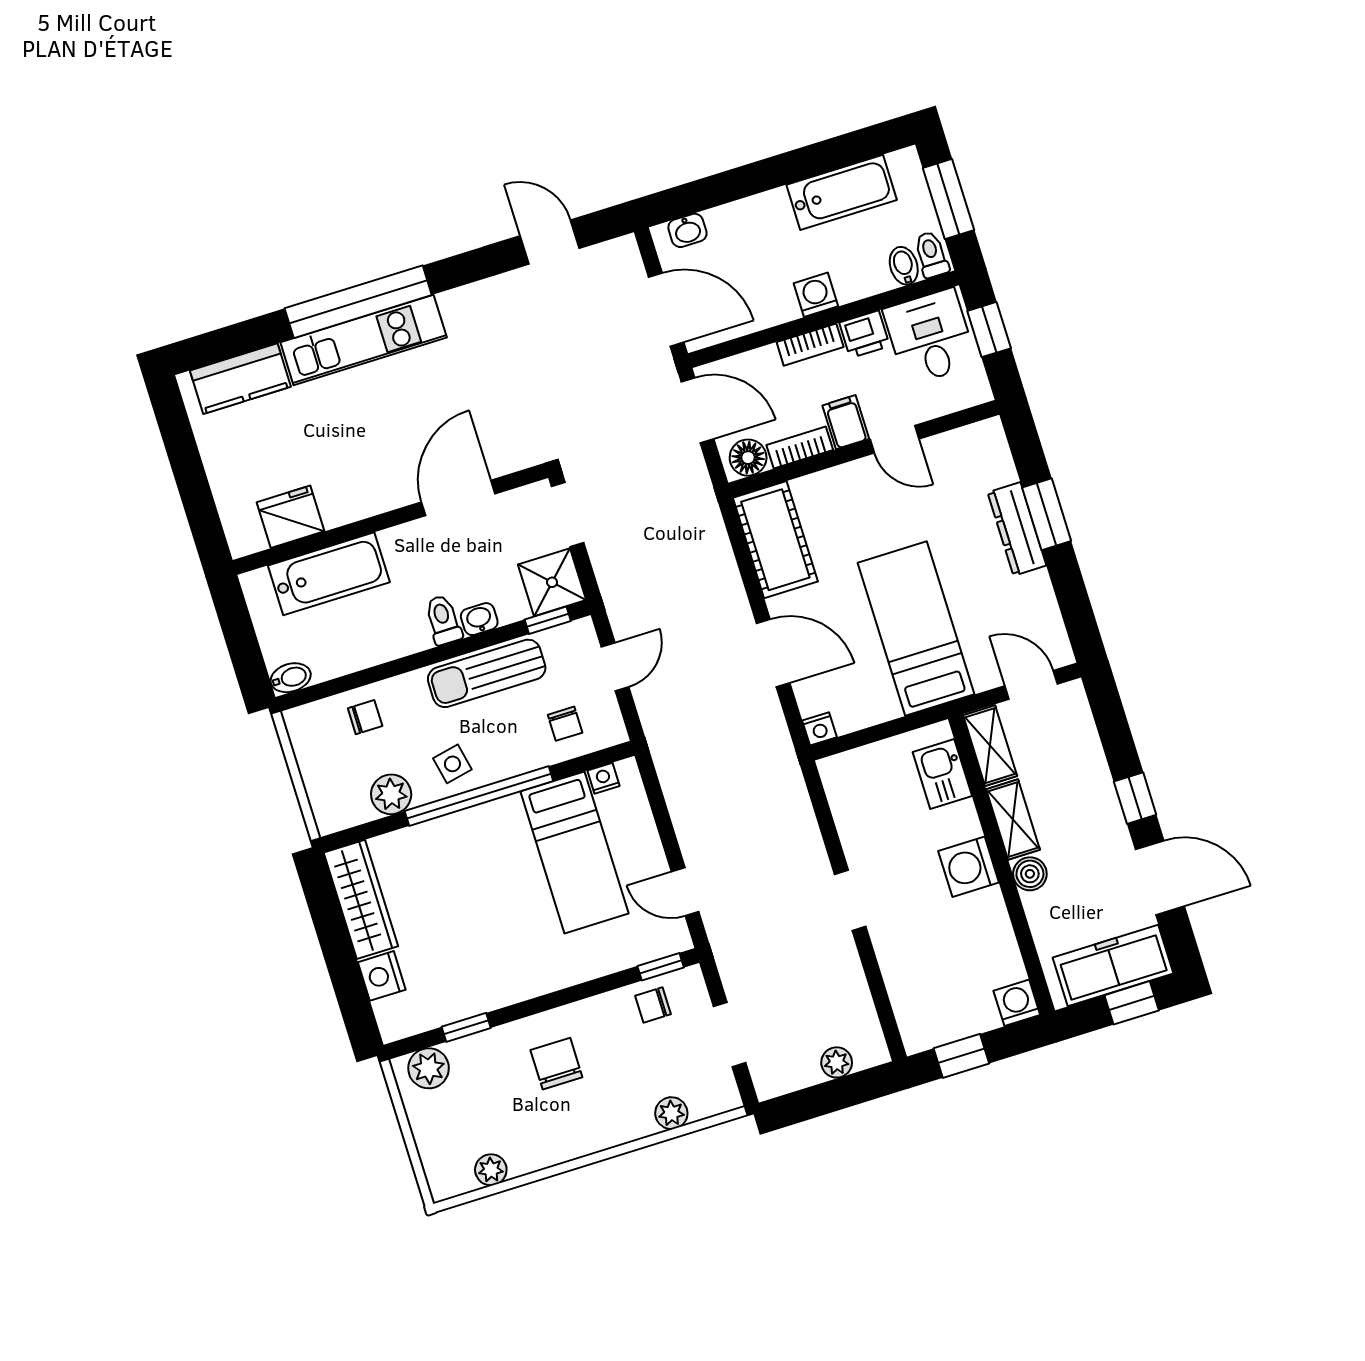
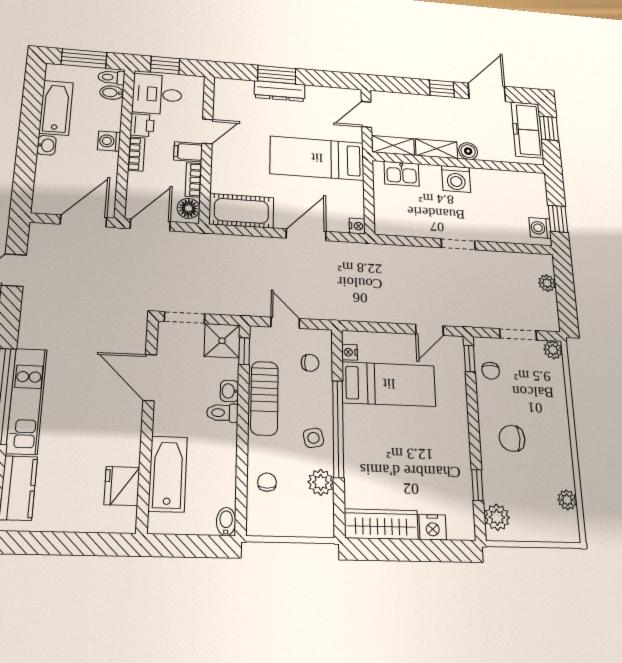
washbasin: (687, 230) -> (46, 145), moved
washing machine: (1017, 1003) -> (540, 228), moved
plant: (671, 1113) -> (553, 350), moved

